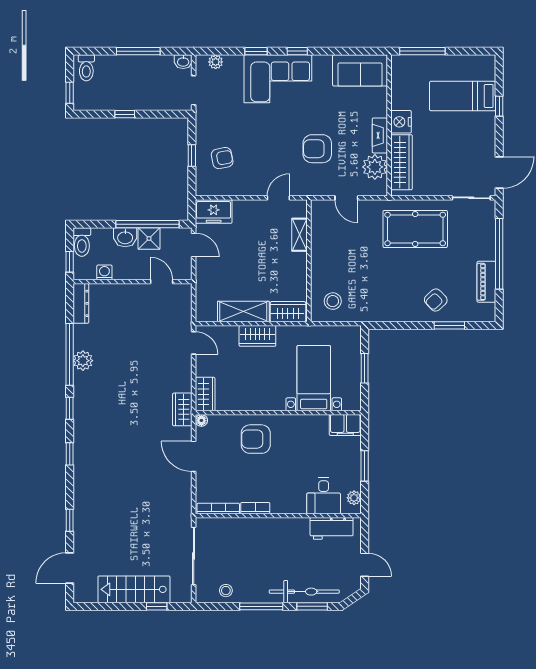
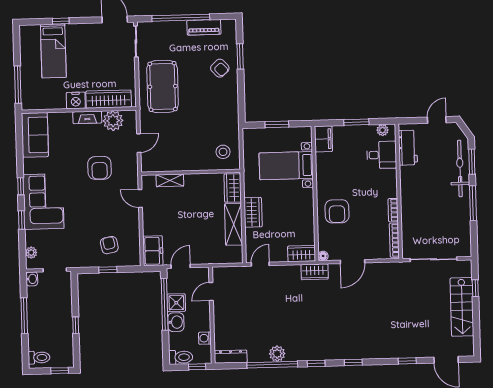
stool: (226, 591) -> (461, 232), removed

